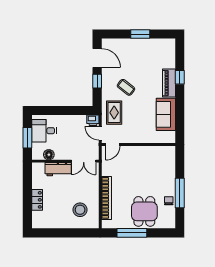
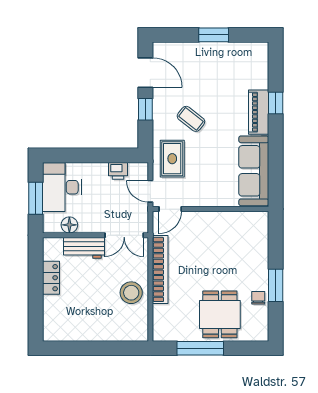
sofa: (166, 114) -> (254, 171), width x1.36
printer: (93, 120) -> (118, 171), moved
desk: (44, 131) -> (62, 187), width x1.37
window: (180, 193) -> (276, 285), width x0.69
bookcase: (106, 198) -> (160, 269), moved
locker: (37, 200) -> (51, 278), moved
stool: (80, 210) -> (131, 293), moved

